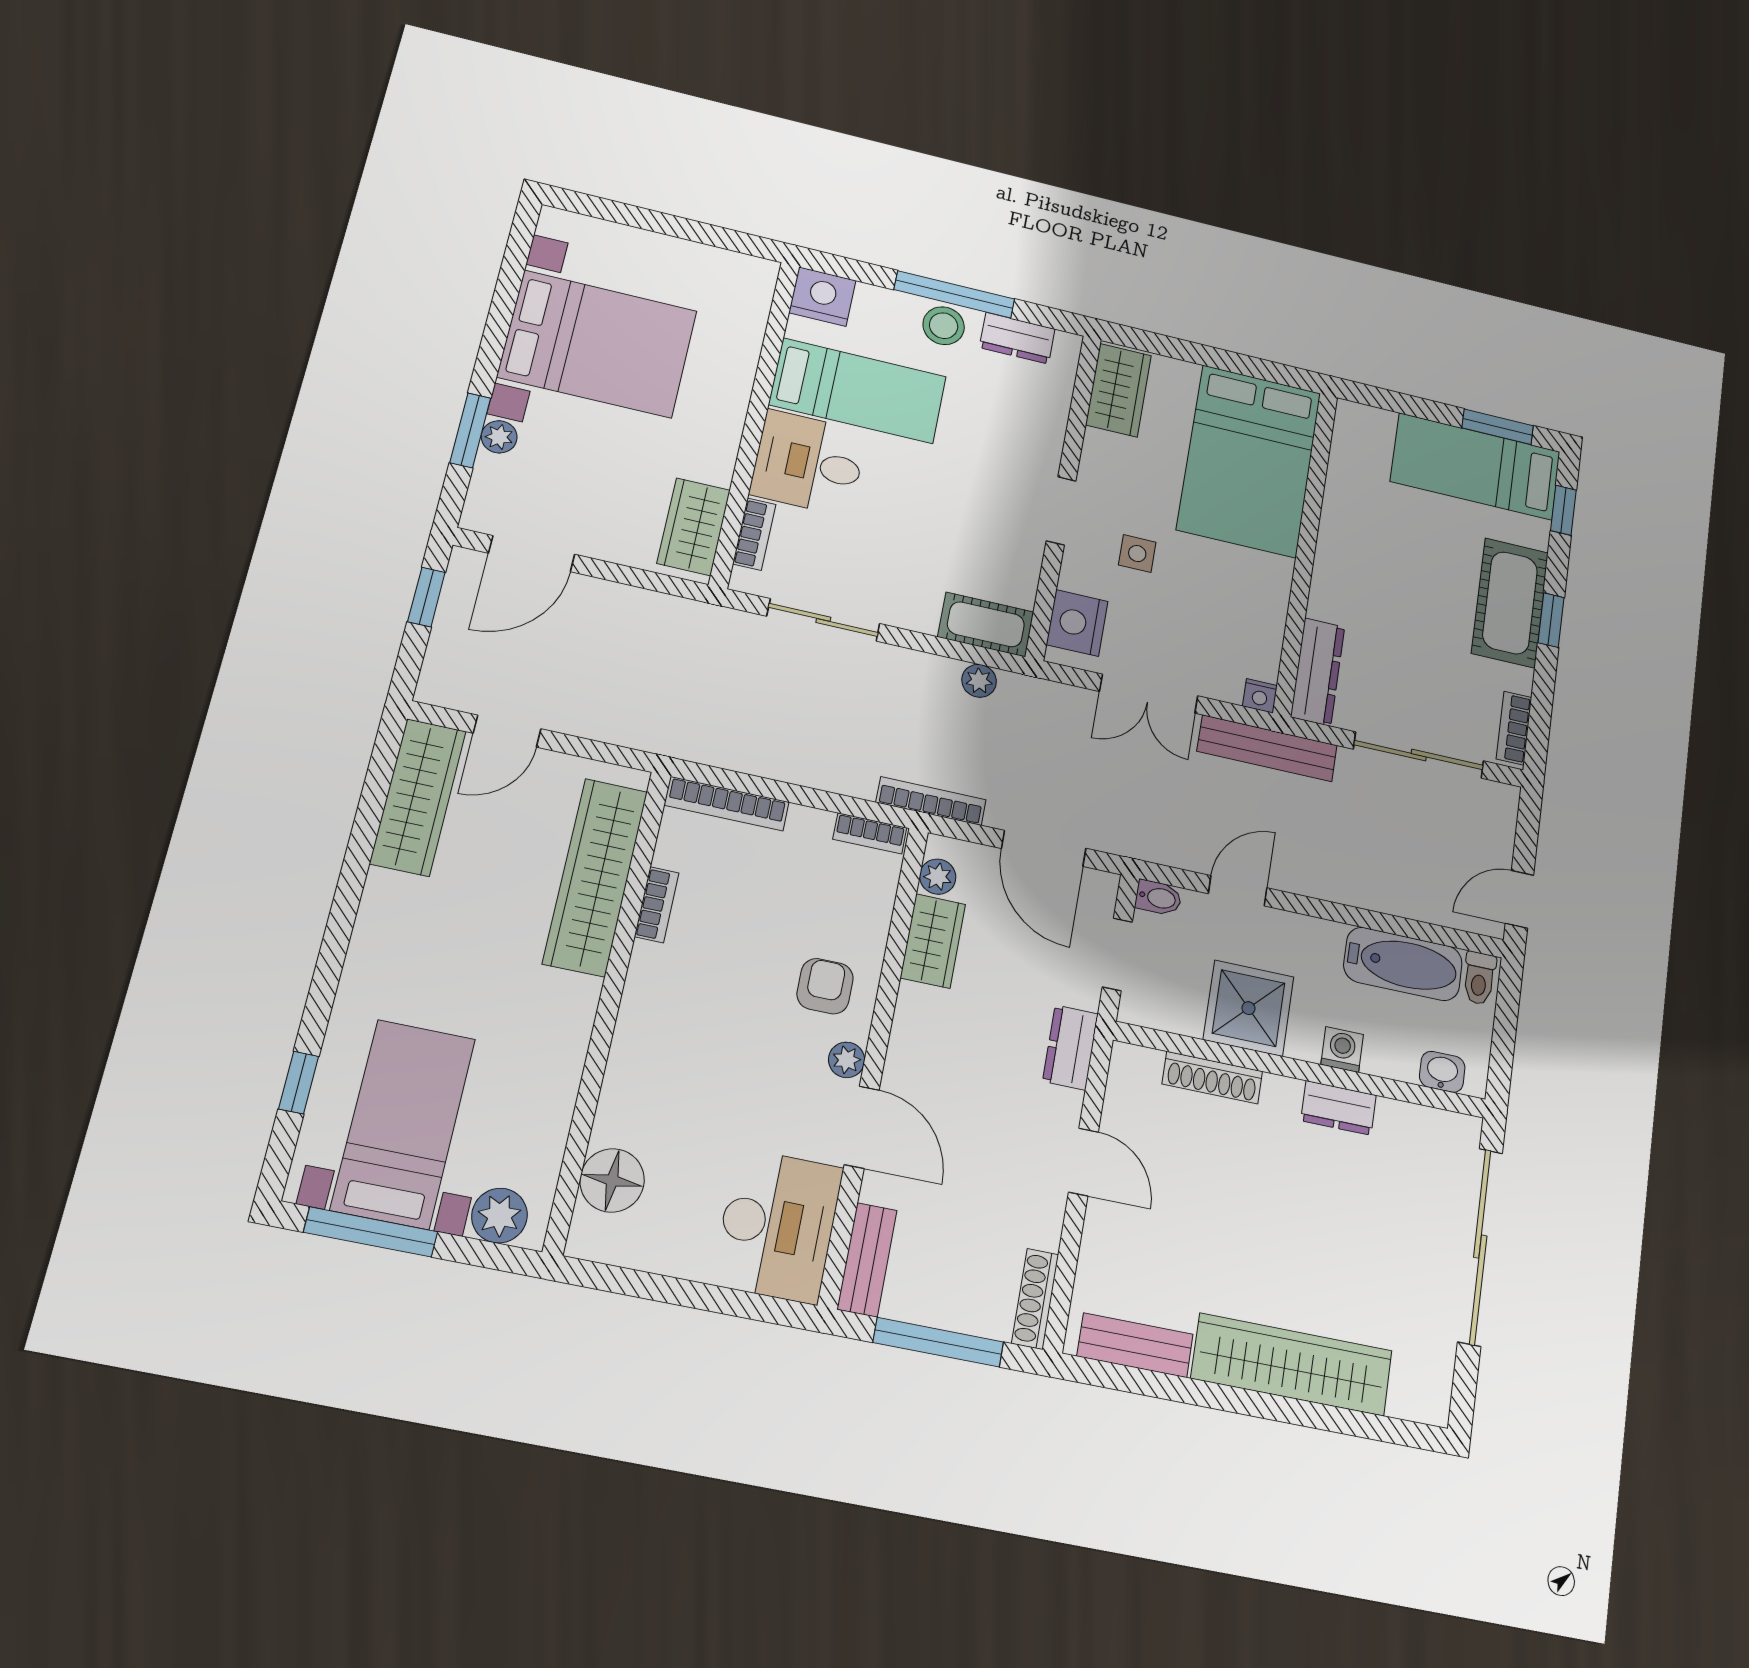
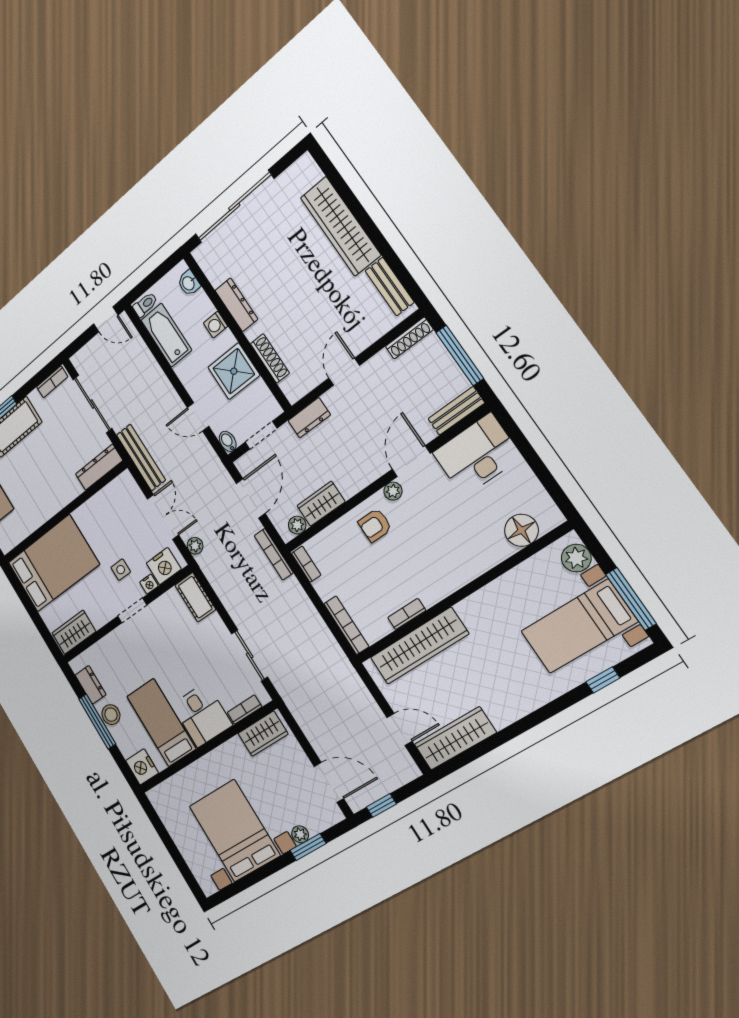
plant: (979, 681) -> (195, 546), moved
nightstand: (1260, 696) -> (149, 584), moved, turned 90
dresser: (1339, 1108) -> (236, 305), width x1.44

